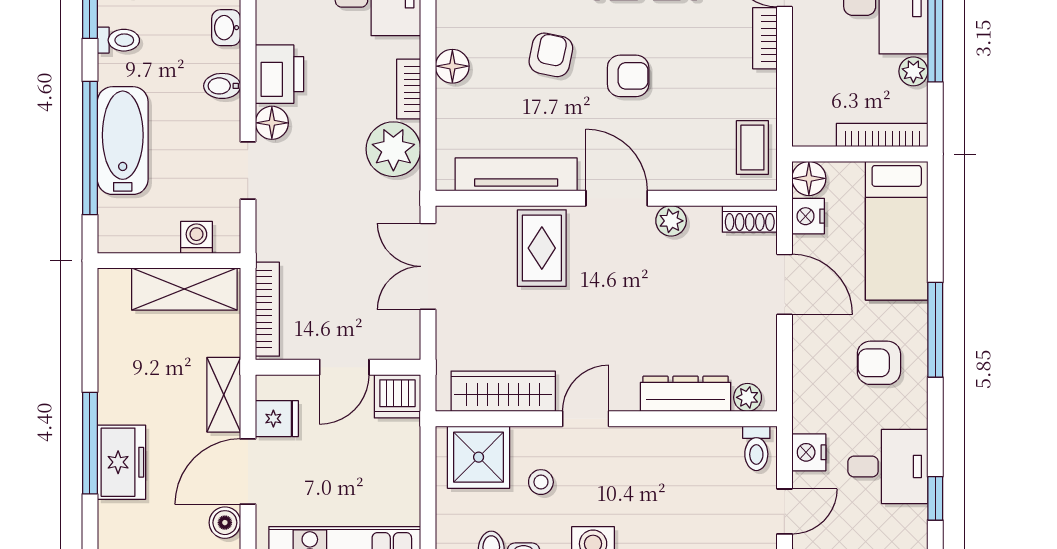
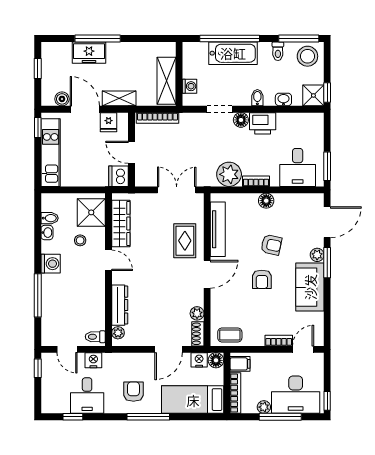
filing cabinet: (817, 125) -> (240, 364), added
plant: (671, 221) -> (197, 313), moved
rug: (542, 248) -> (185, 241), turned 90

